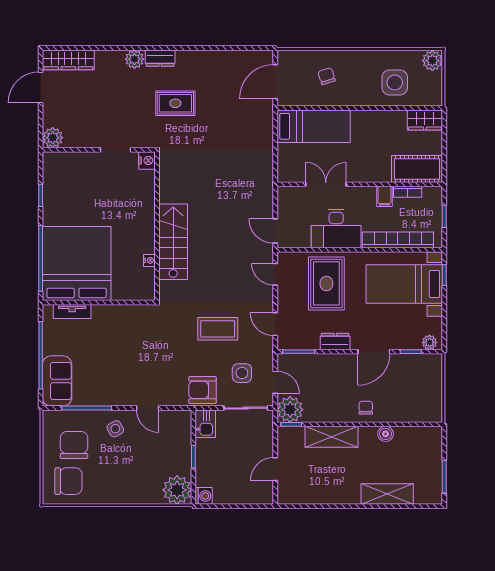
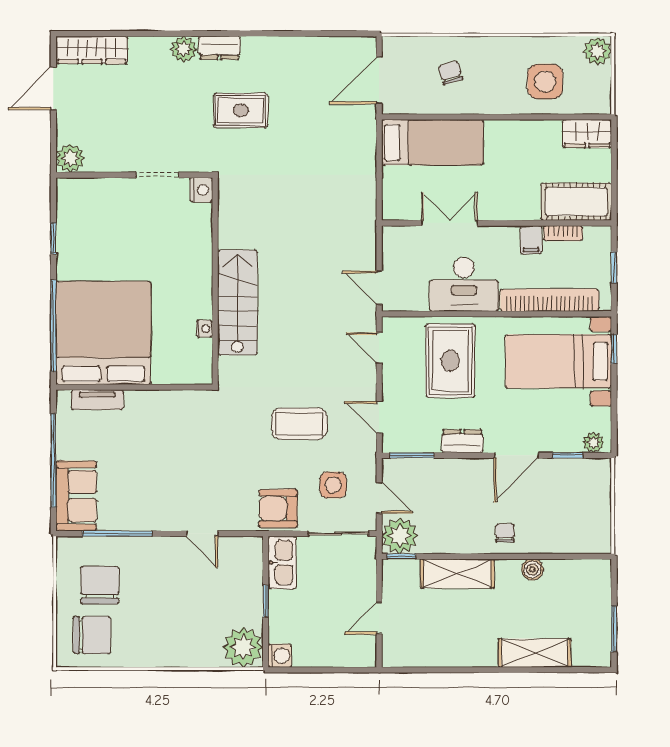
kitchen sink: (205, 424) -> (282, 563), width x1.38
side table: (115, 429) -> (157, 562), removed

